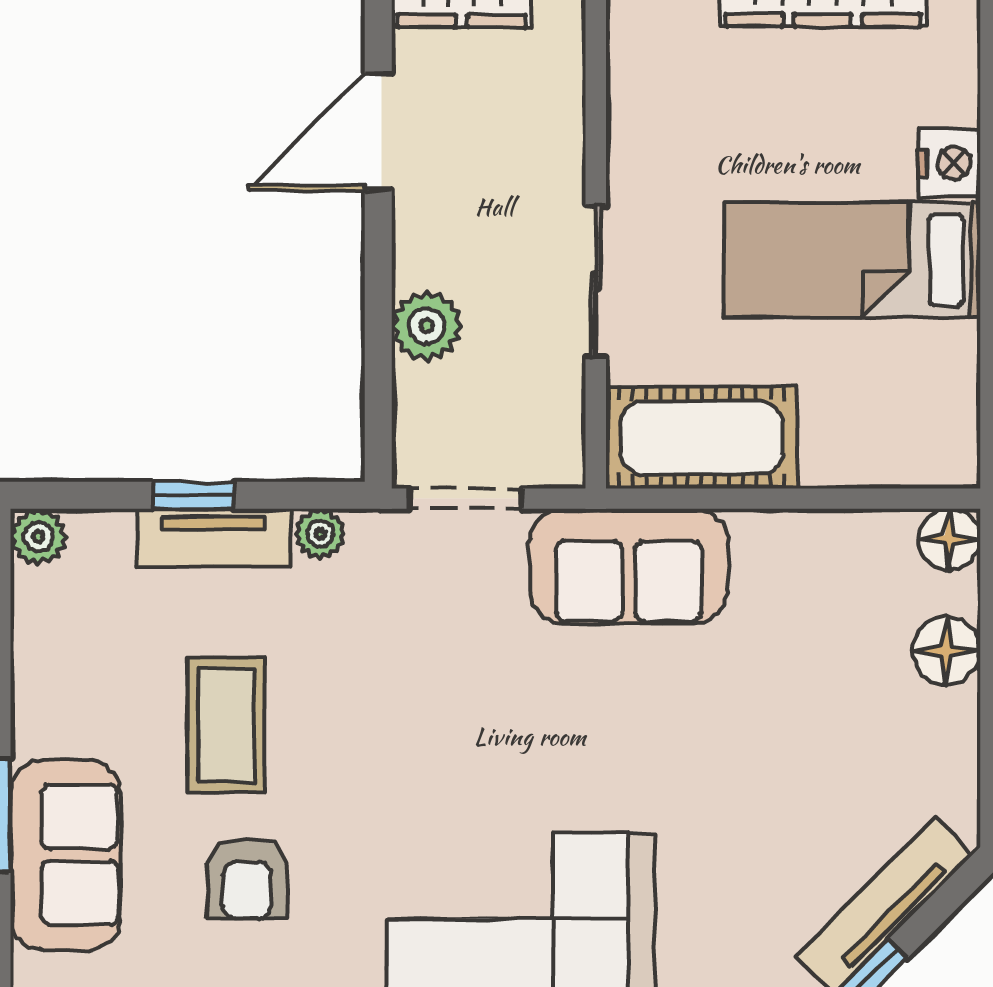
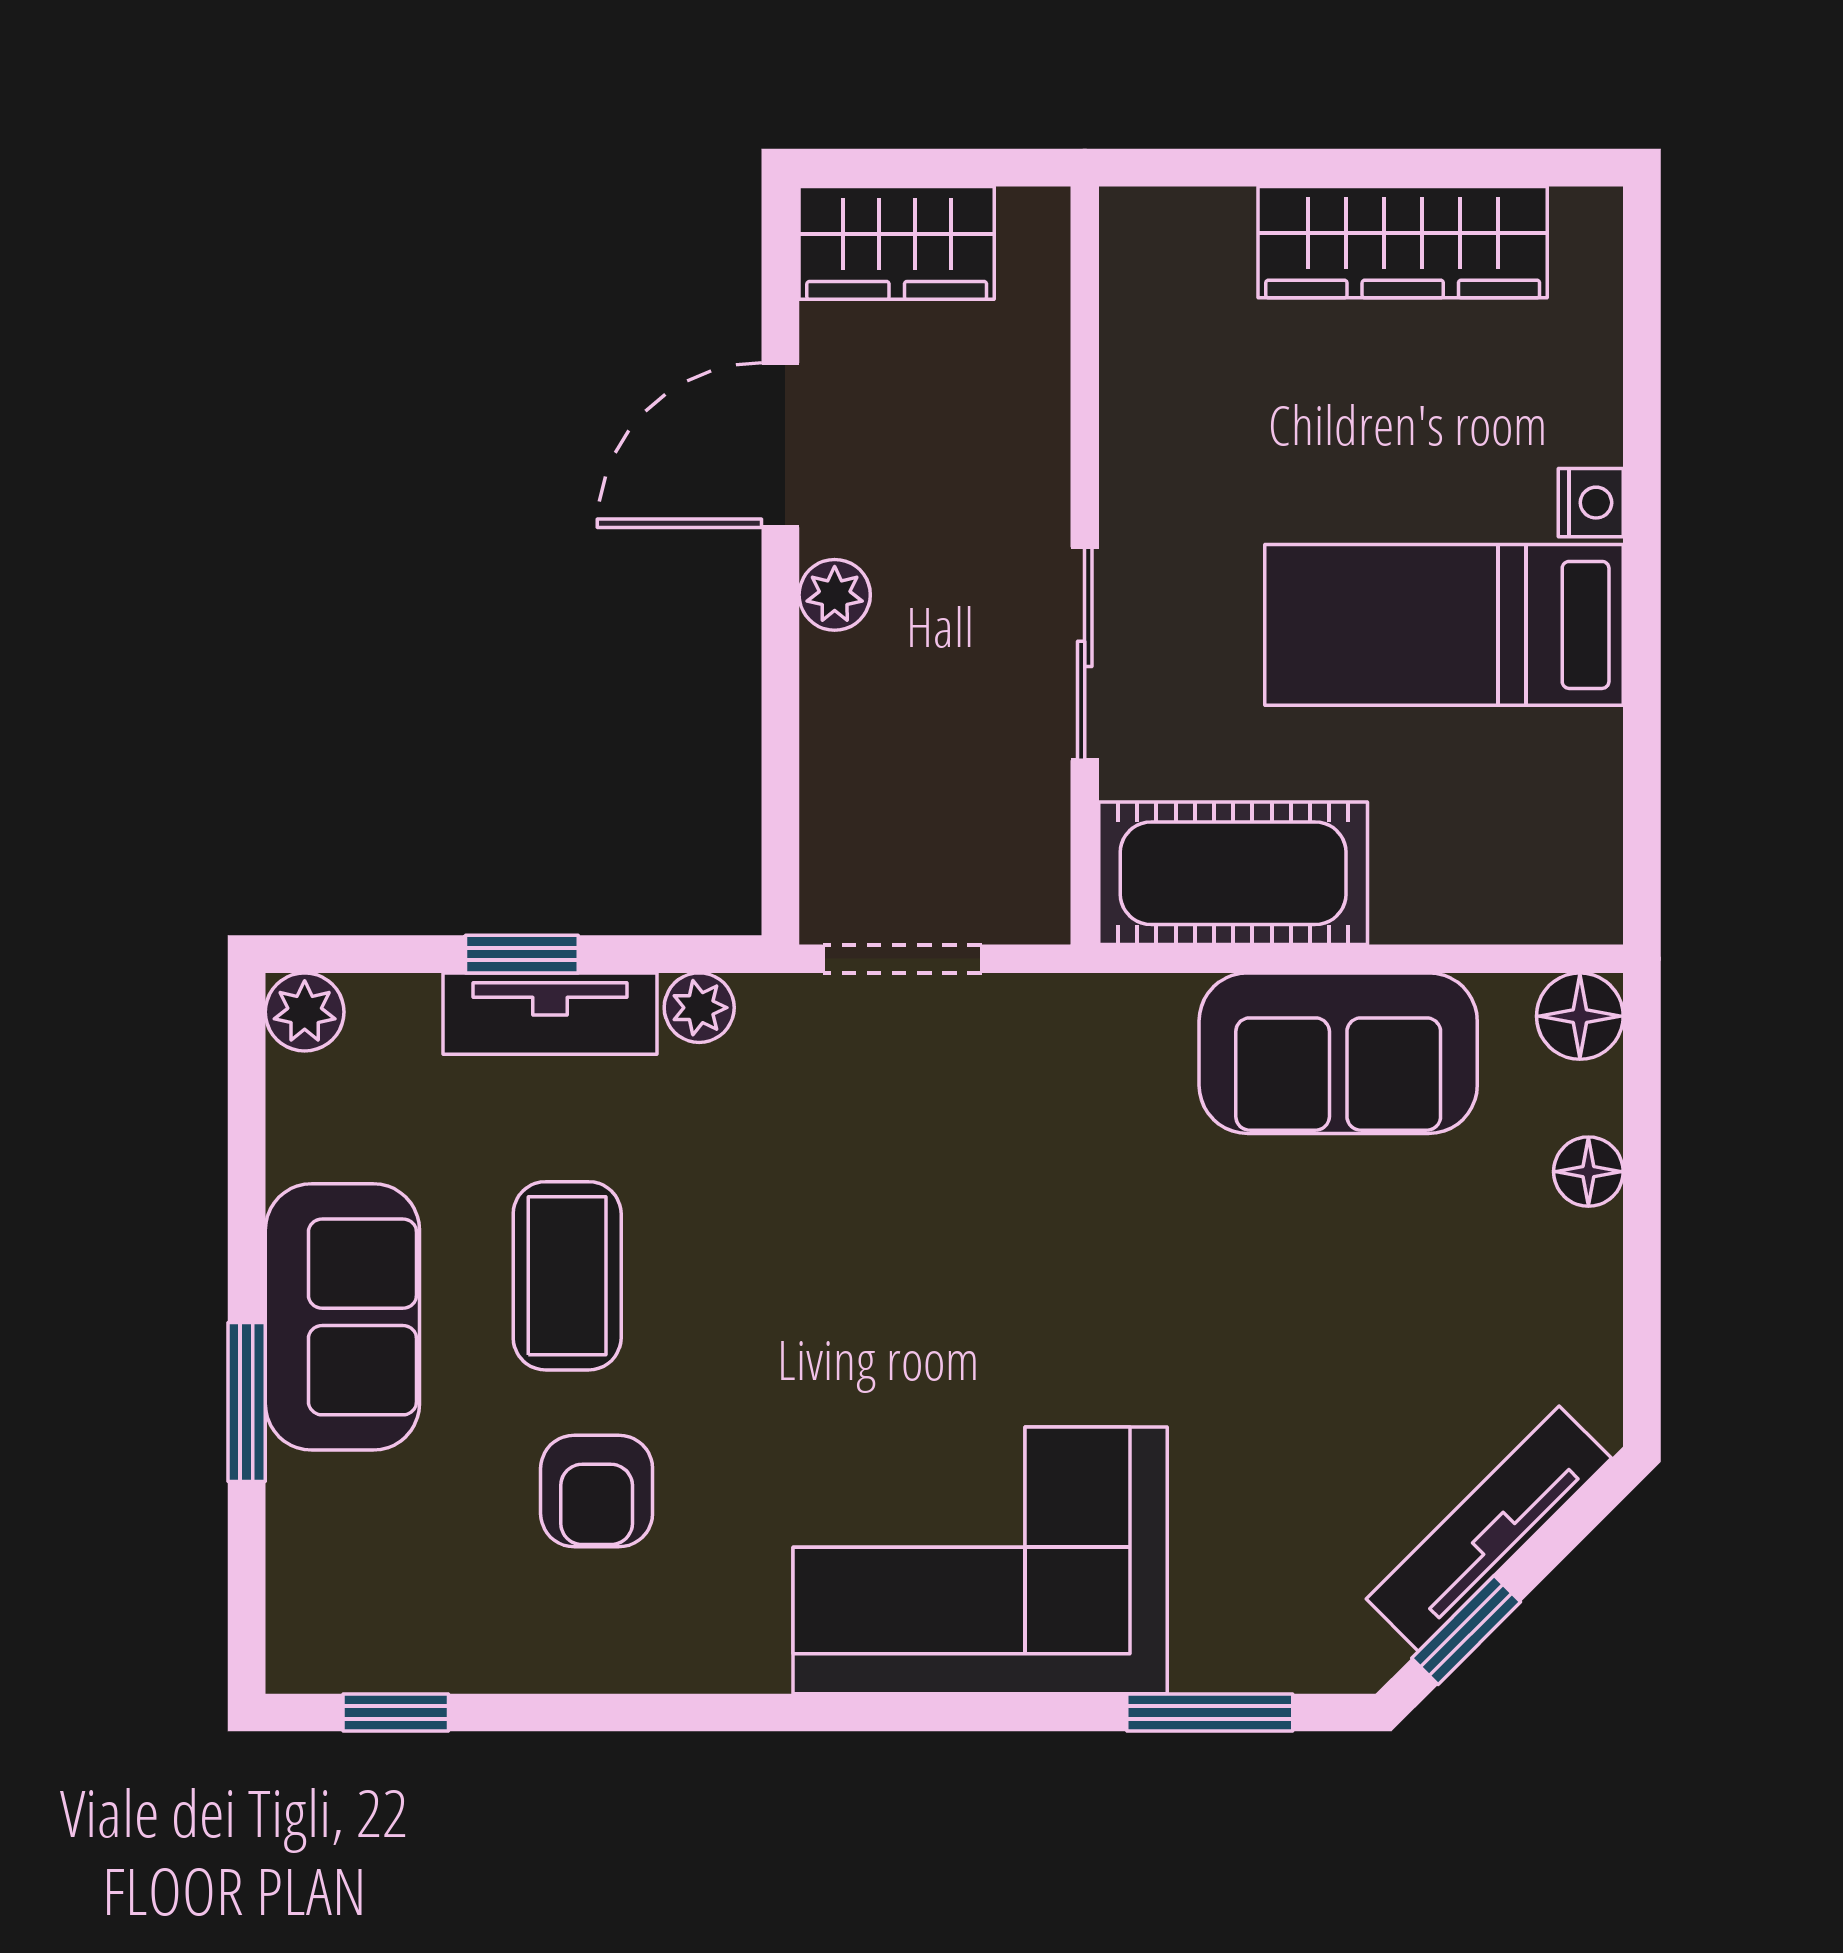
nightstand: (949, 163) -> (1591, 503), width x0.72, depth x0.74
plant: (427, 326) -> (835, 595), moved, width x0.73, depth x0.73
sofa: (629, 566) -> (1338, 1053), moved
floor lamp: (946, 651) -> (1588, 1172), width x0.73, depth x0.73
sofa: (65, 855) -> (342, 1317), moved

